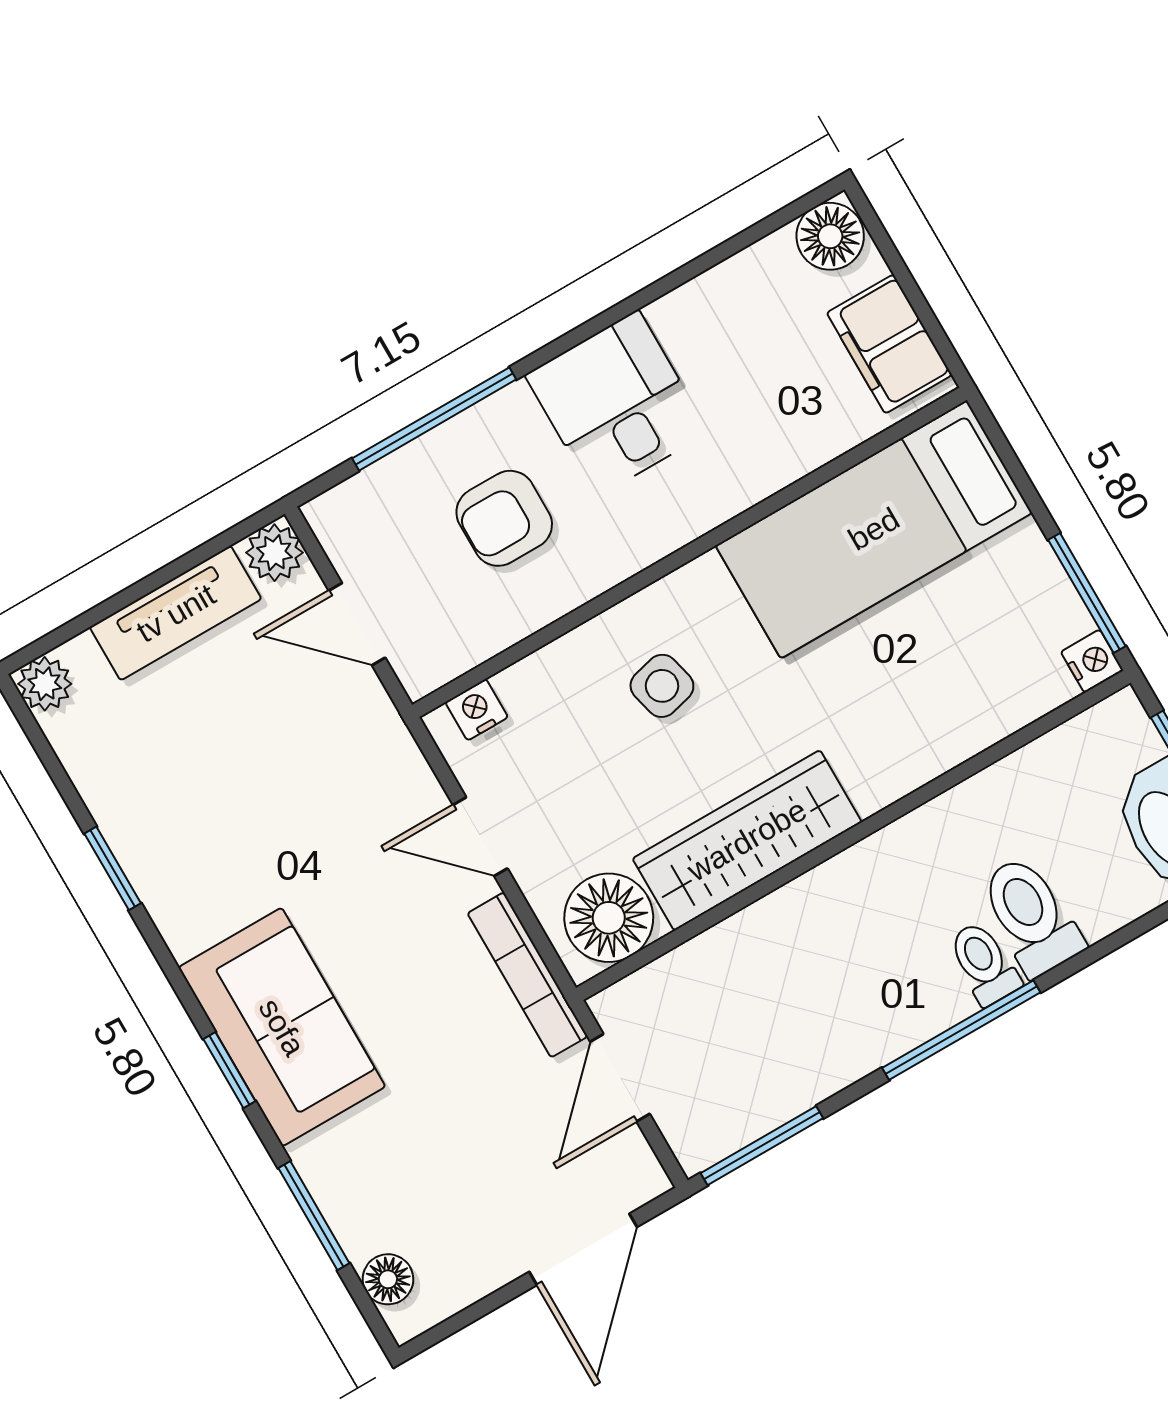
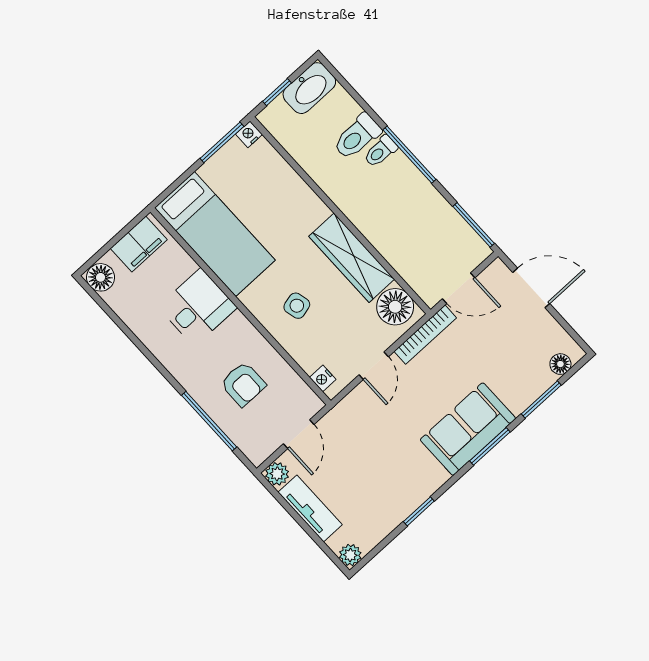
desk: (617, 404) -> (197, 307), moved, turned 180
window: (229, 1070) -> (490, 446), width x1.50

